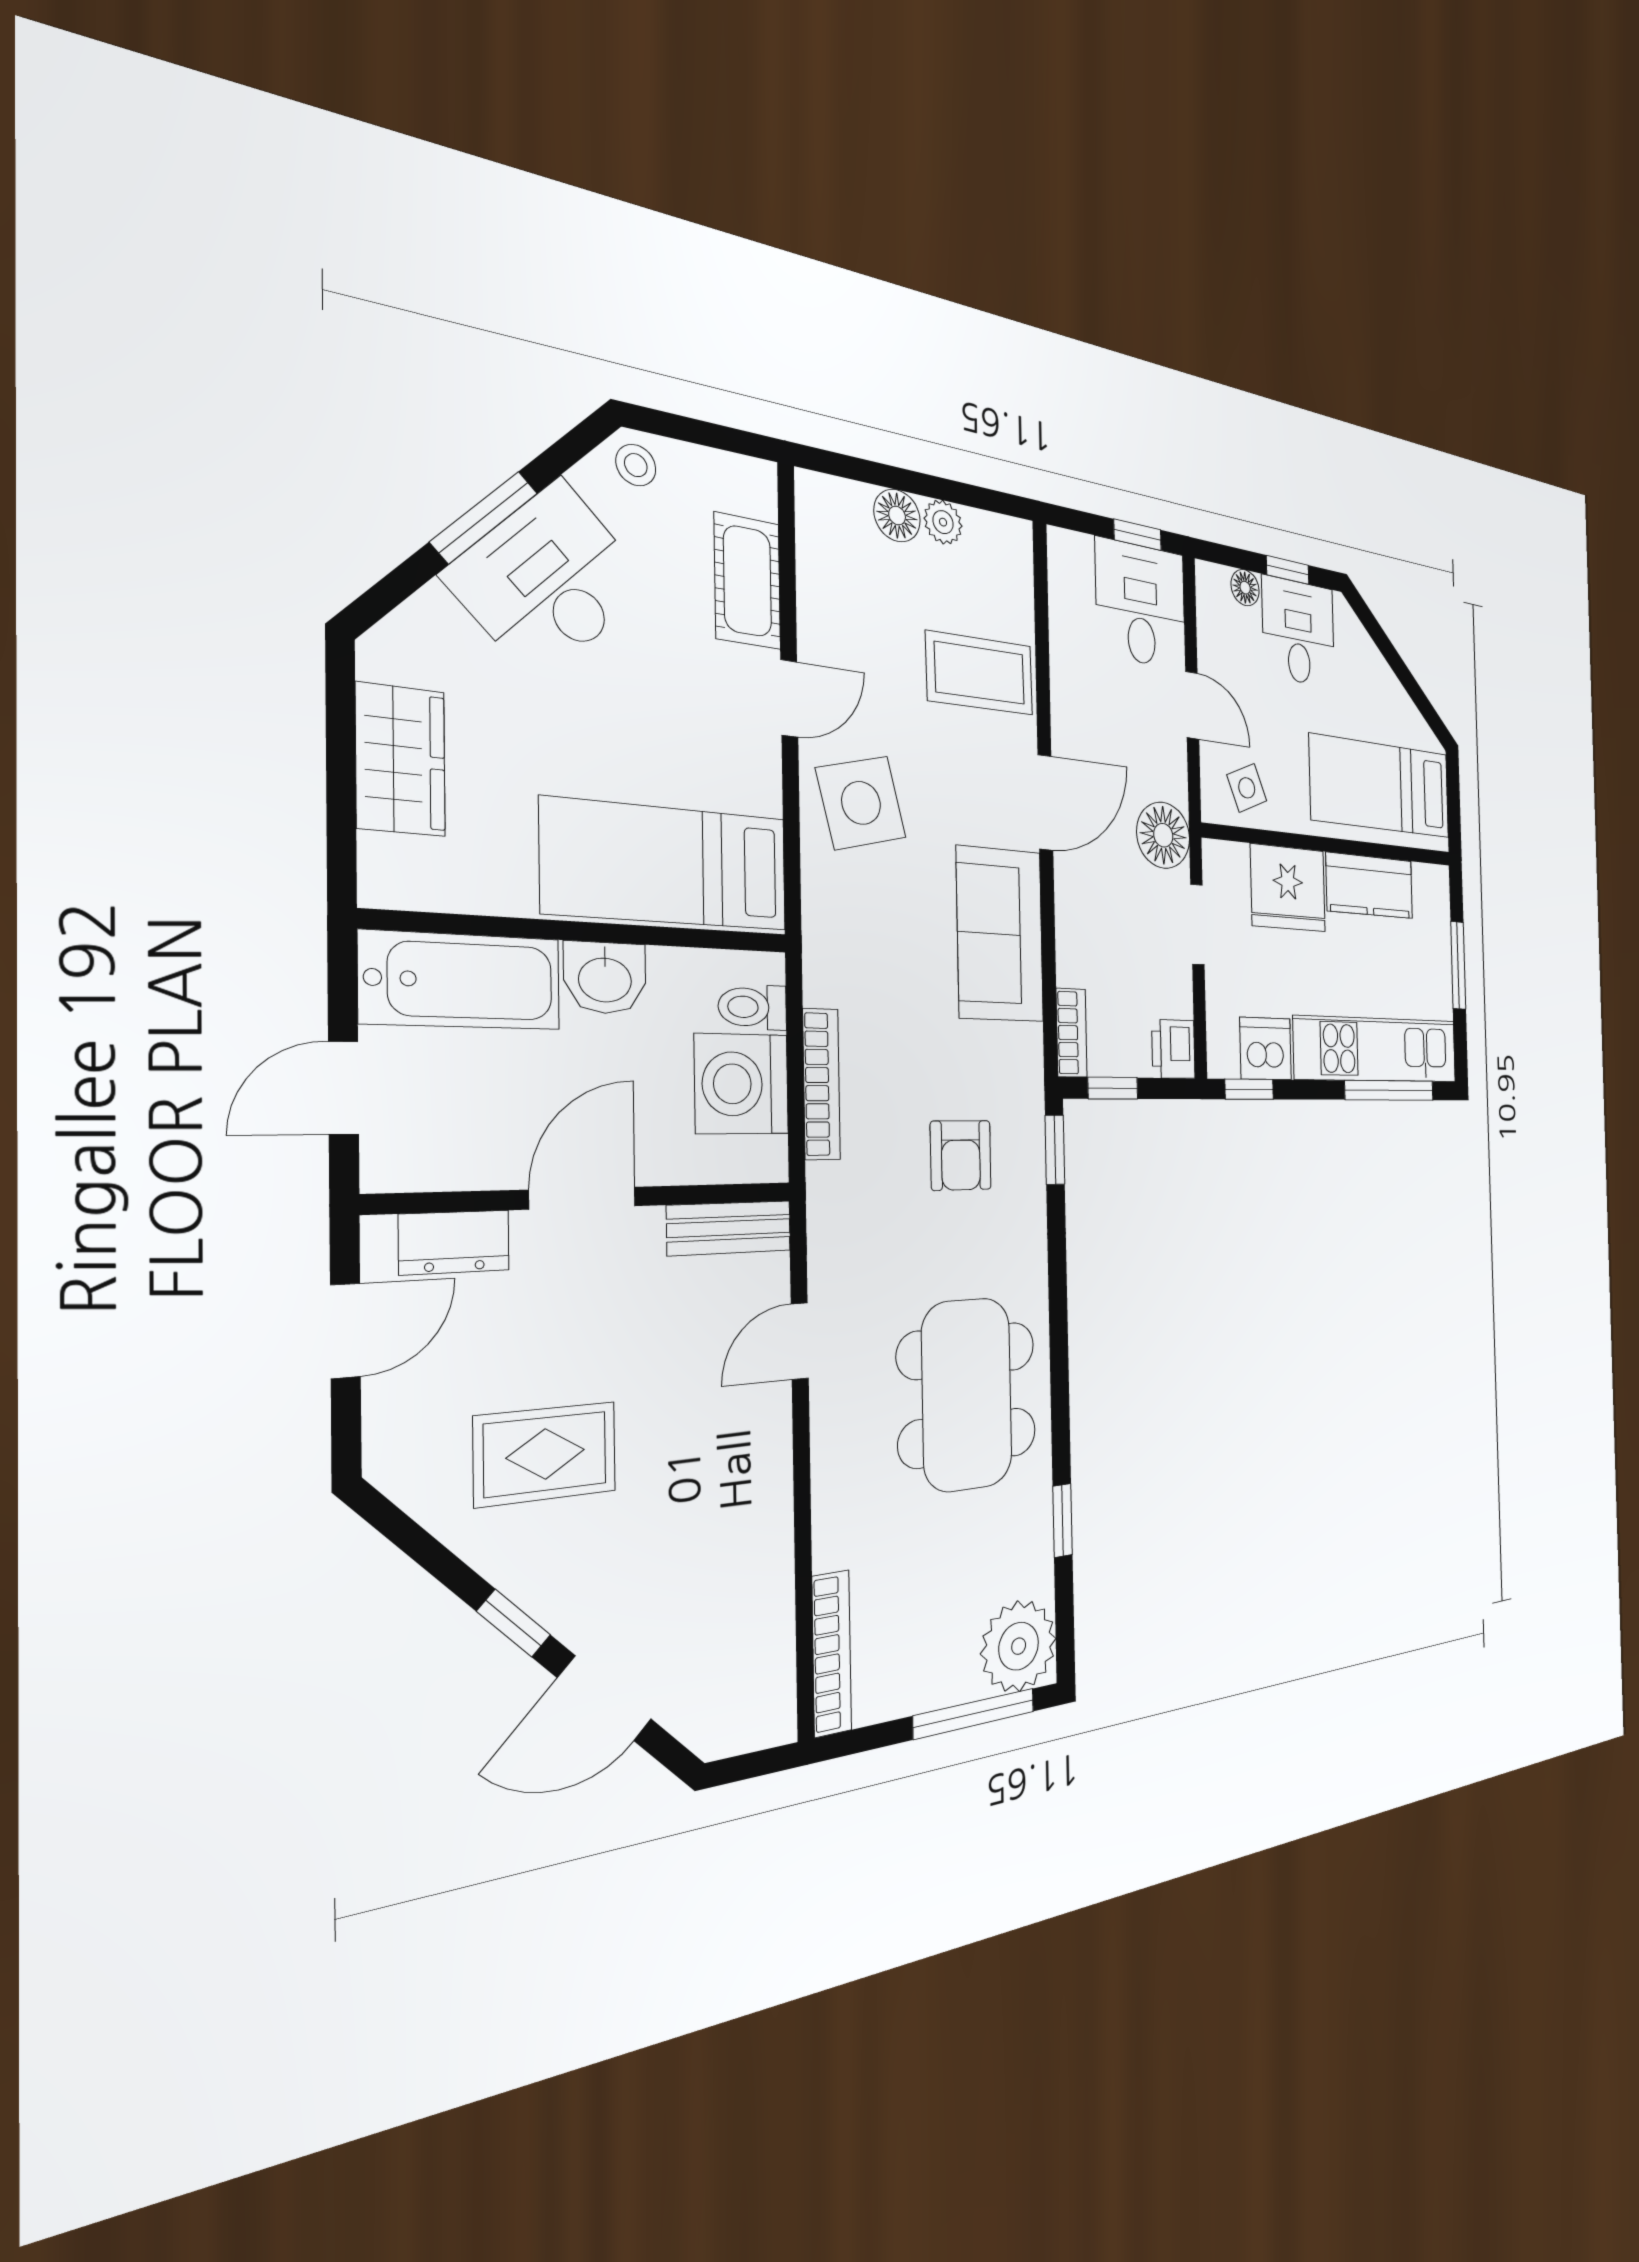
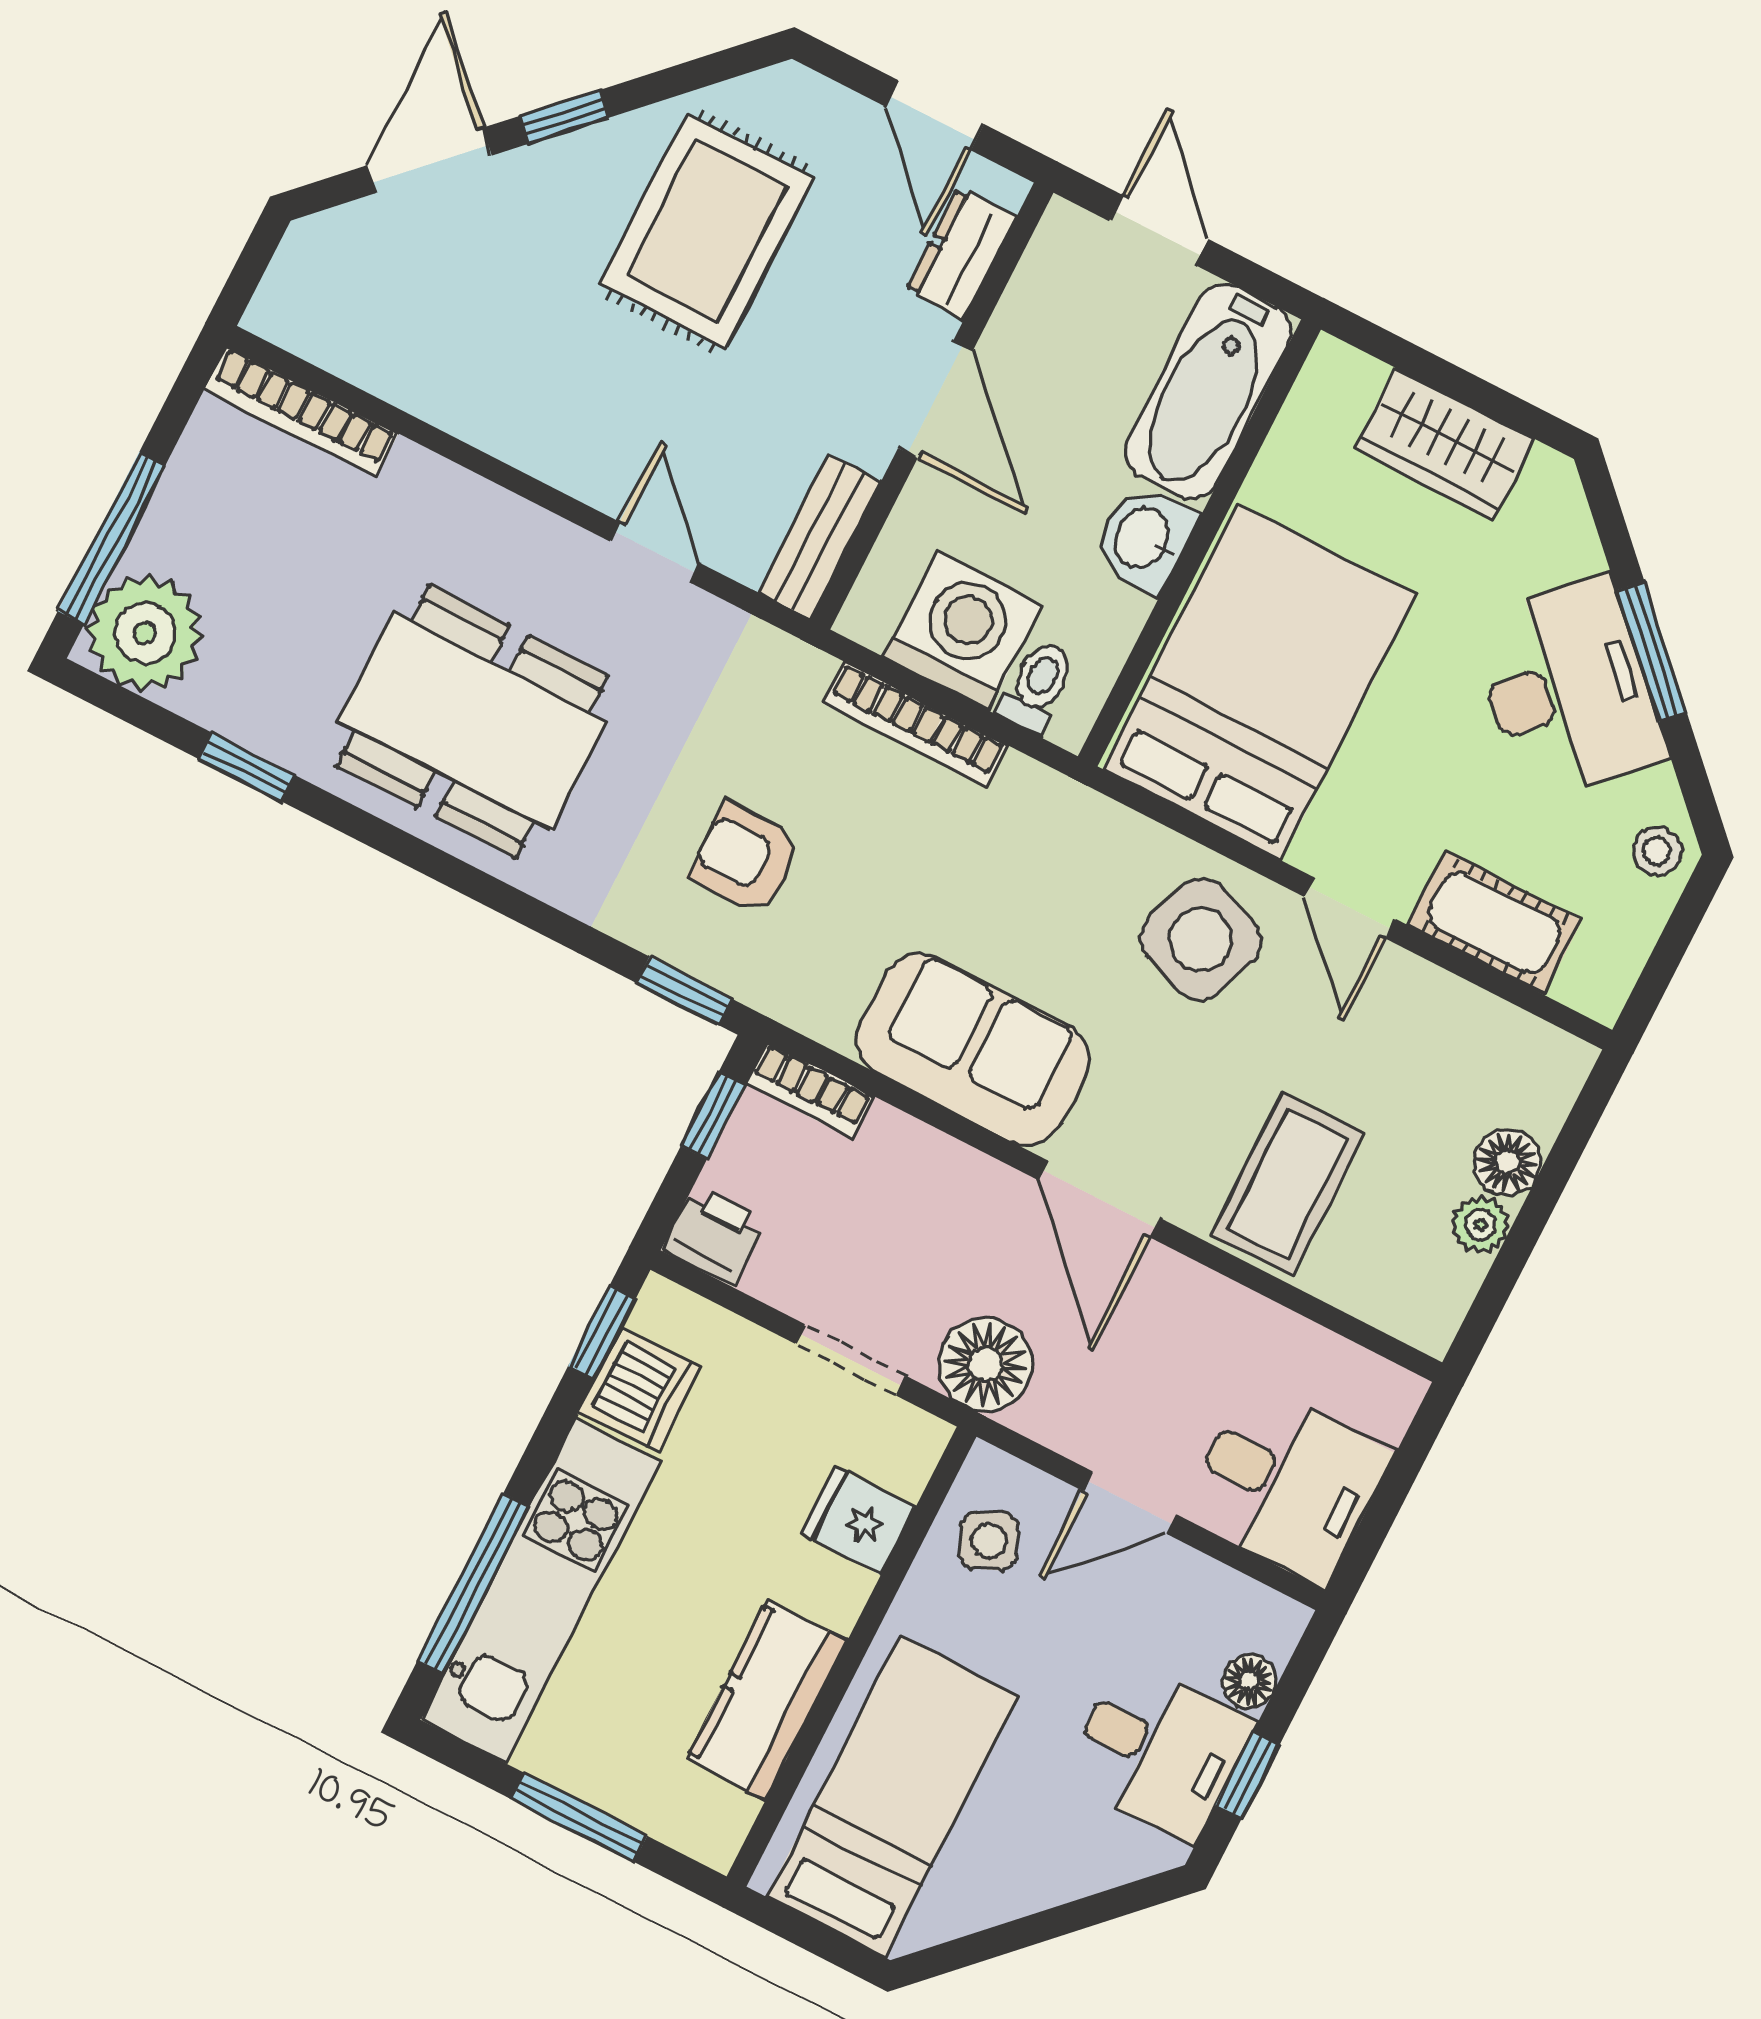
window: (1138, 535) -> (1375, 1526), removed
side table: (861, 803) -> (1201, 939), turned 35
bed: (667, 865) -> (1260, 682), width x1.50
fridge: (1288, 888) -> (858, 1521), width x0.53, depth x0.75
rug: (545, 1454) -> (707, 231), width x1.36, depth x1.43

